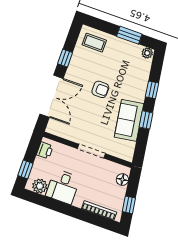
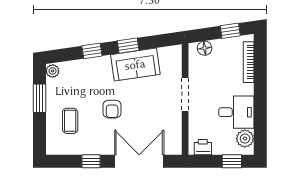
coffee table: (94, 43) -> (70, 121), moved
armchair: (100, 89) -> (112, 109), turned 180

